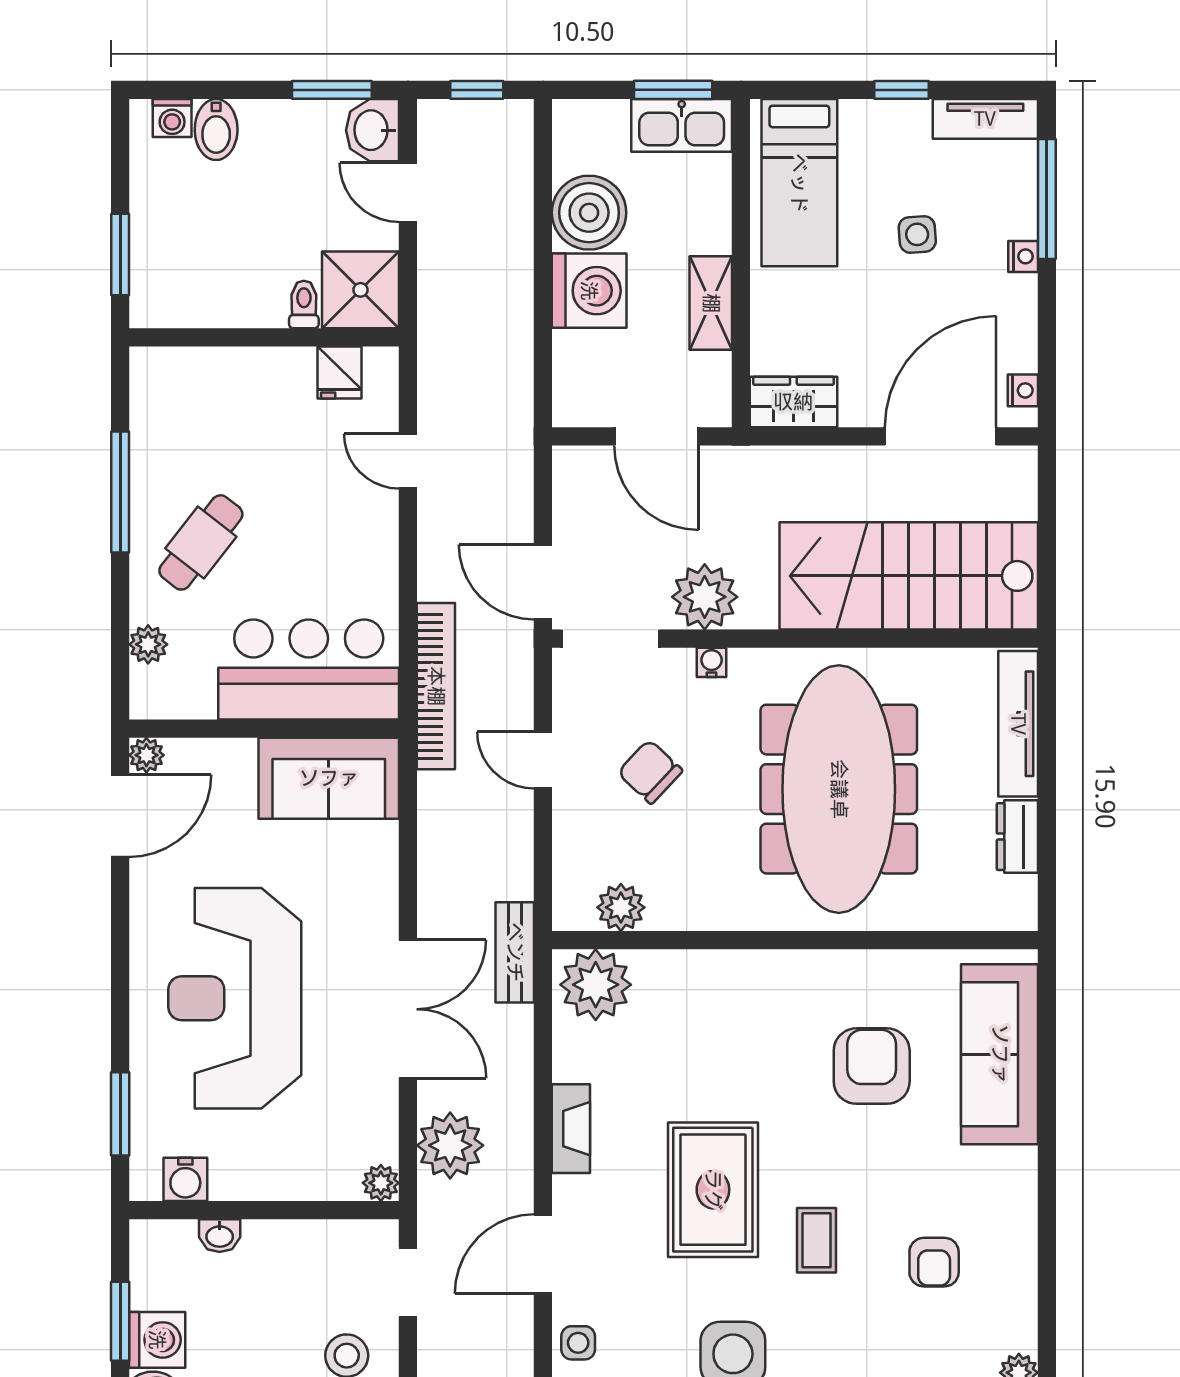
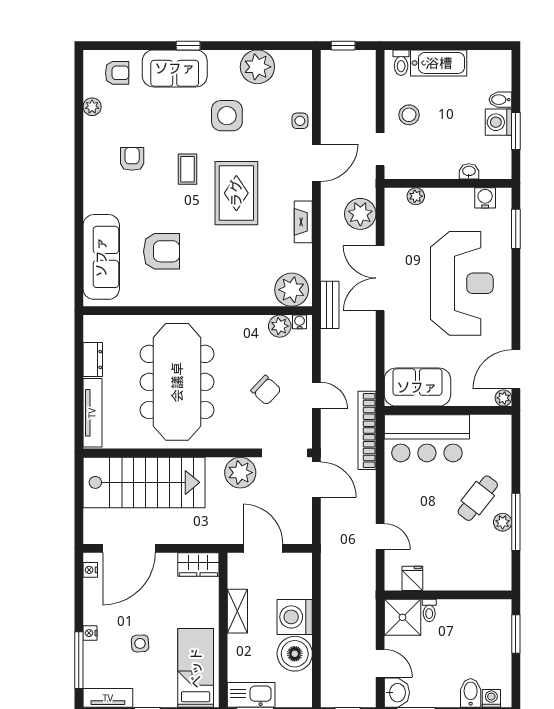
plant: (148, 644) -> (503, 522), moved
water cooler: (712, 662) -> (300, 322), moved, turned 180
armchair: (872, 1066) -> (162, 251), turned -90
plant: (381, 1183) -> (416, 196), moved

